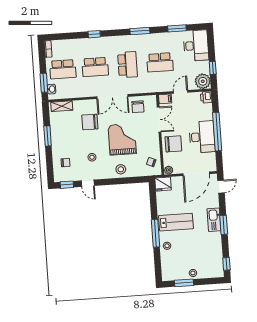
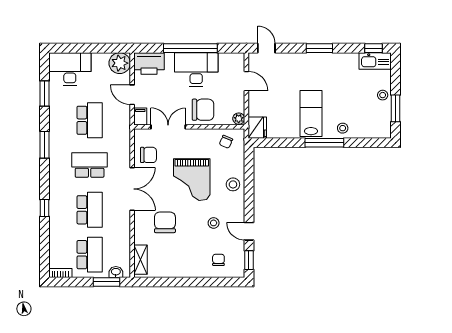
window: (213, 68) -> (102, 48), removed
printer: (206, 97) -> (149, 63), width x1.87, depth x1.48
chair: (90, 122) -> (165, 222), turned 180
window: (48, 136) -> (180, 282), removed
grand piano: (122, 139) -> (192, 180), turned -90
chair: (173, 144) -> (203, 110), turned 90
door: (196, 174) -> (246, 81), width x0.53
door: (88, 183) -> (249, 231), swing flipped
kitchen sink: (214, 220) -> (375, 61), moved

